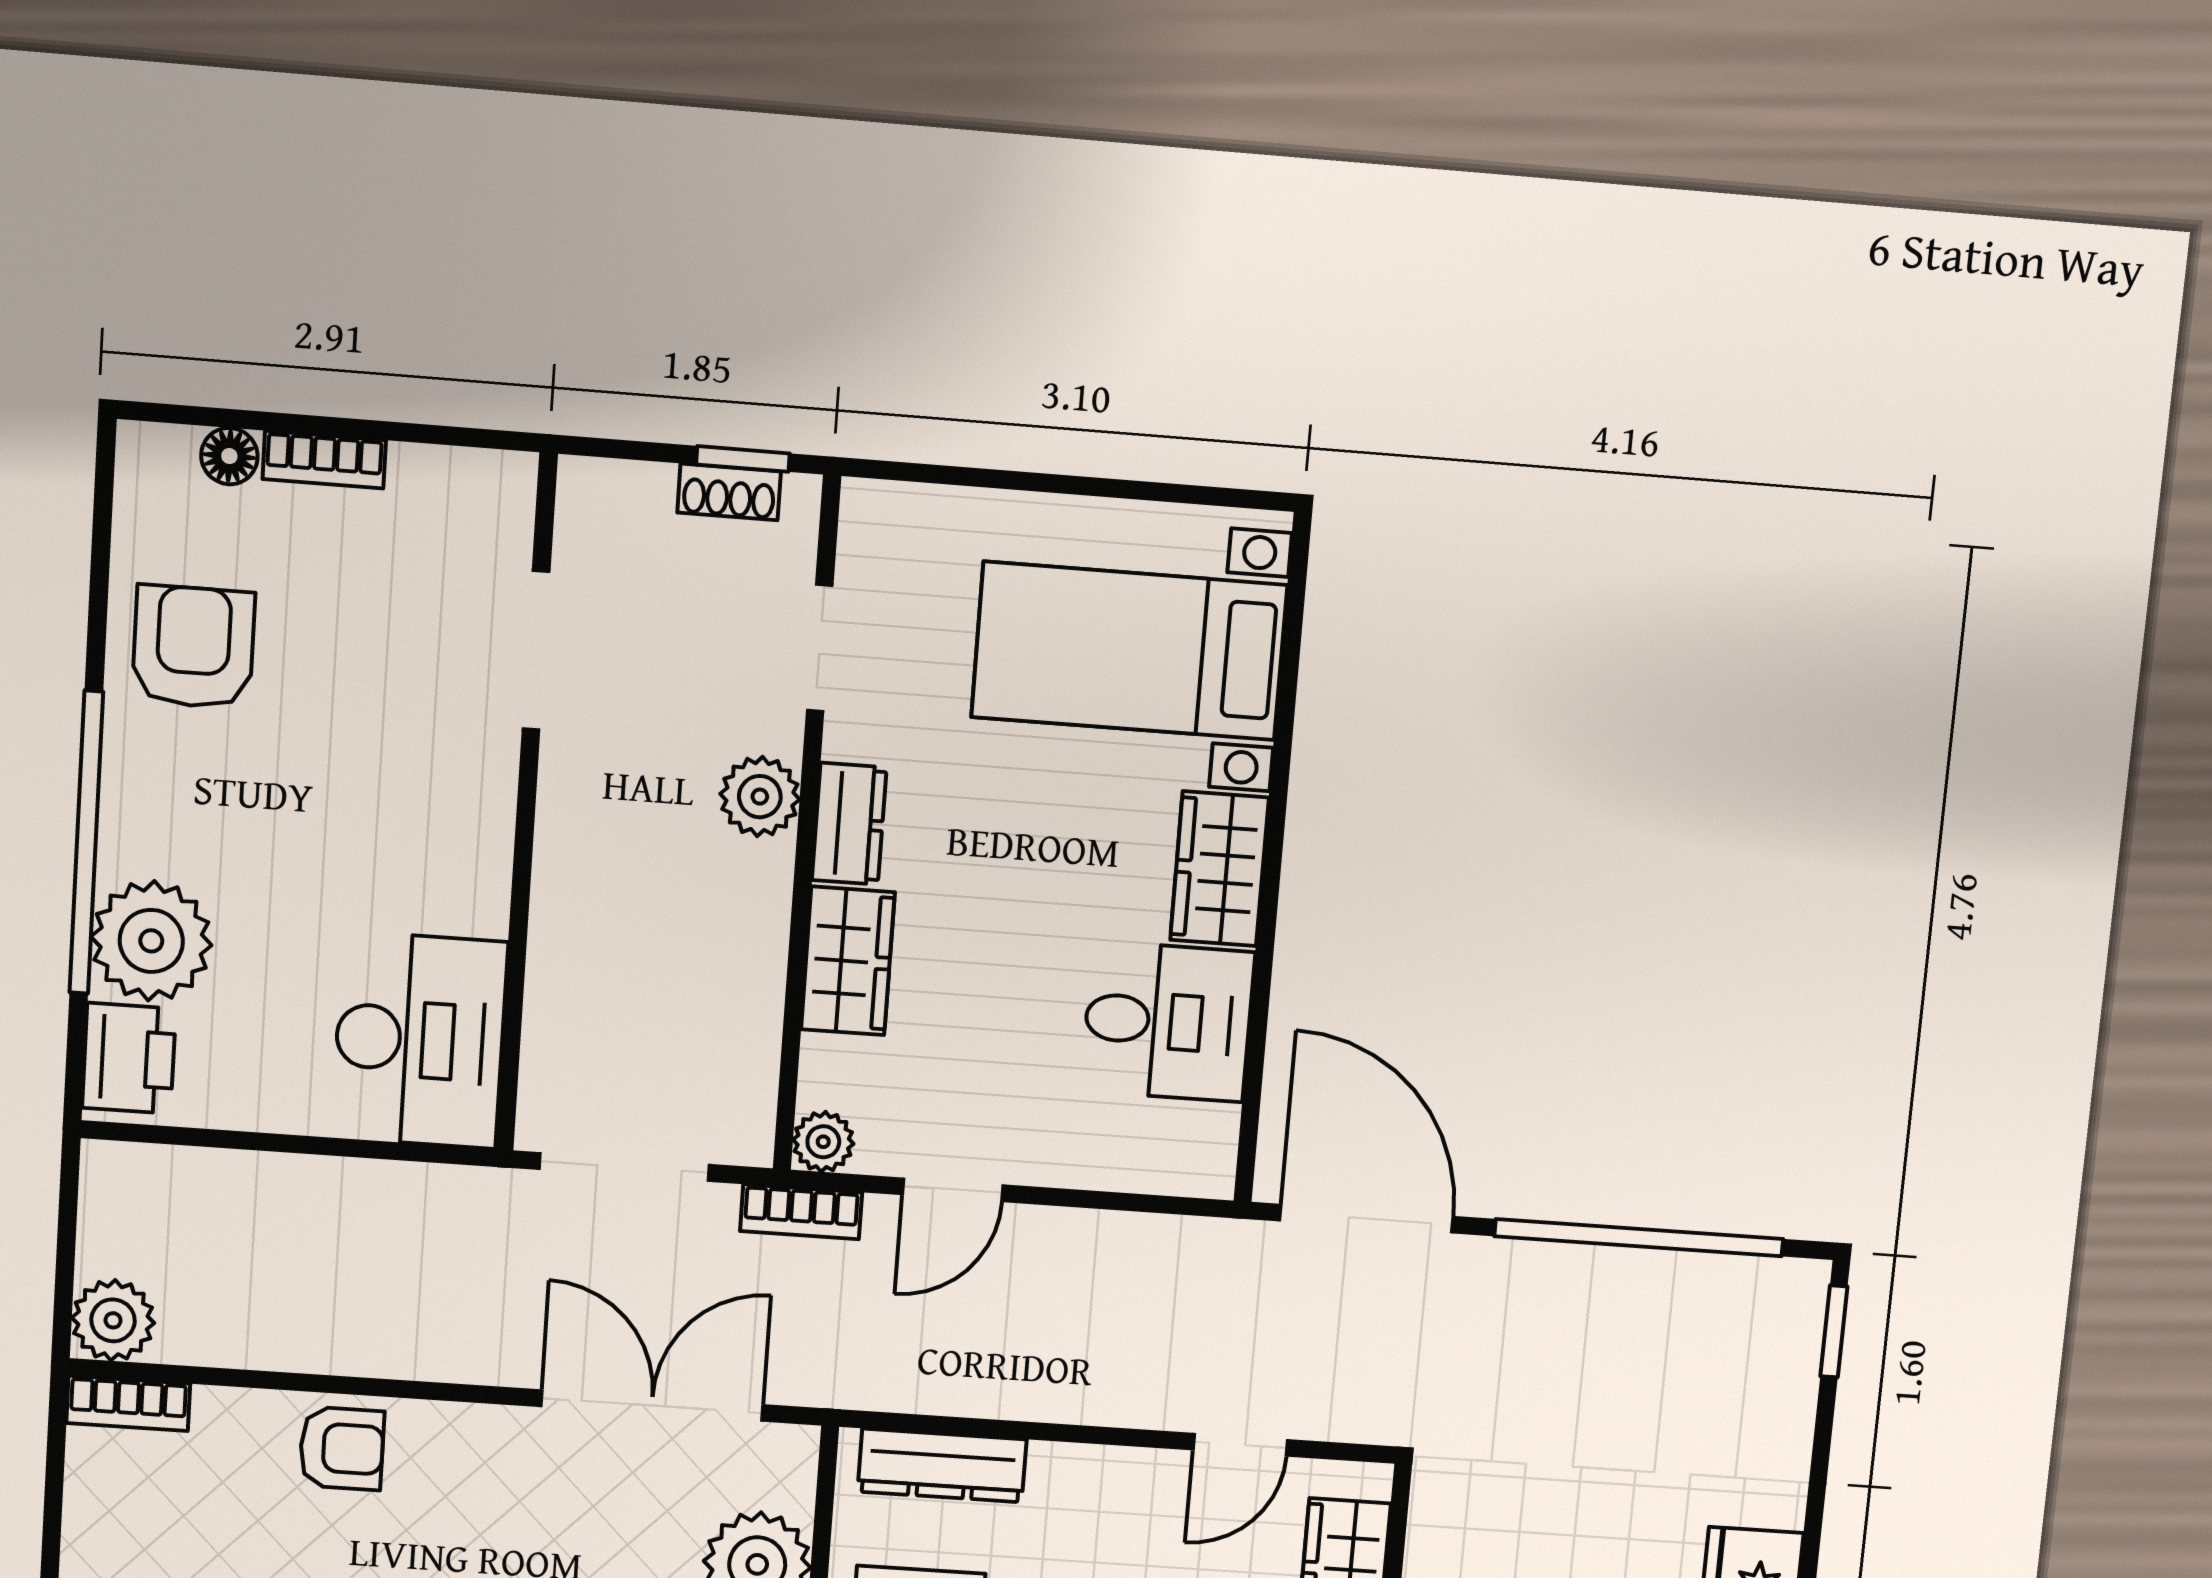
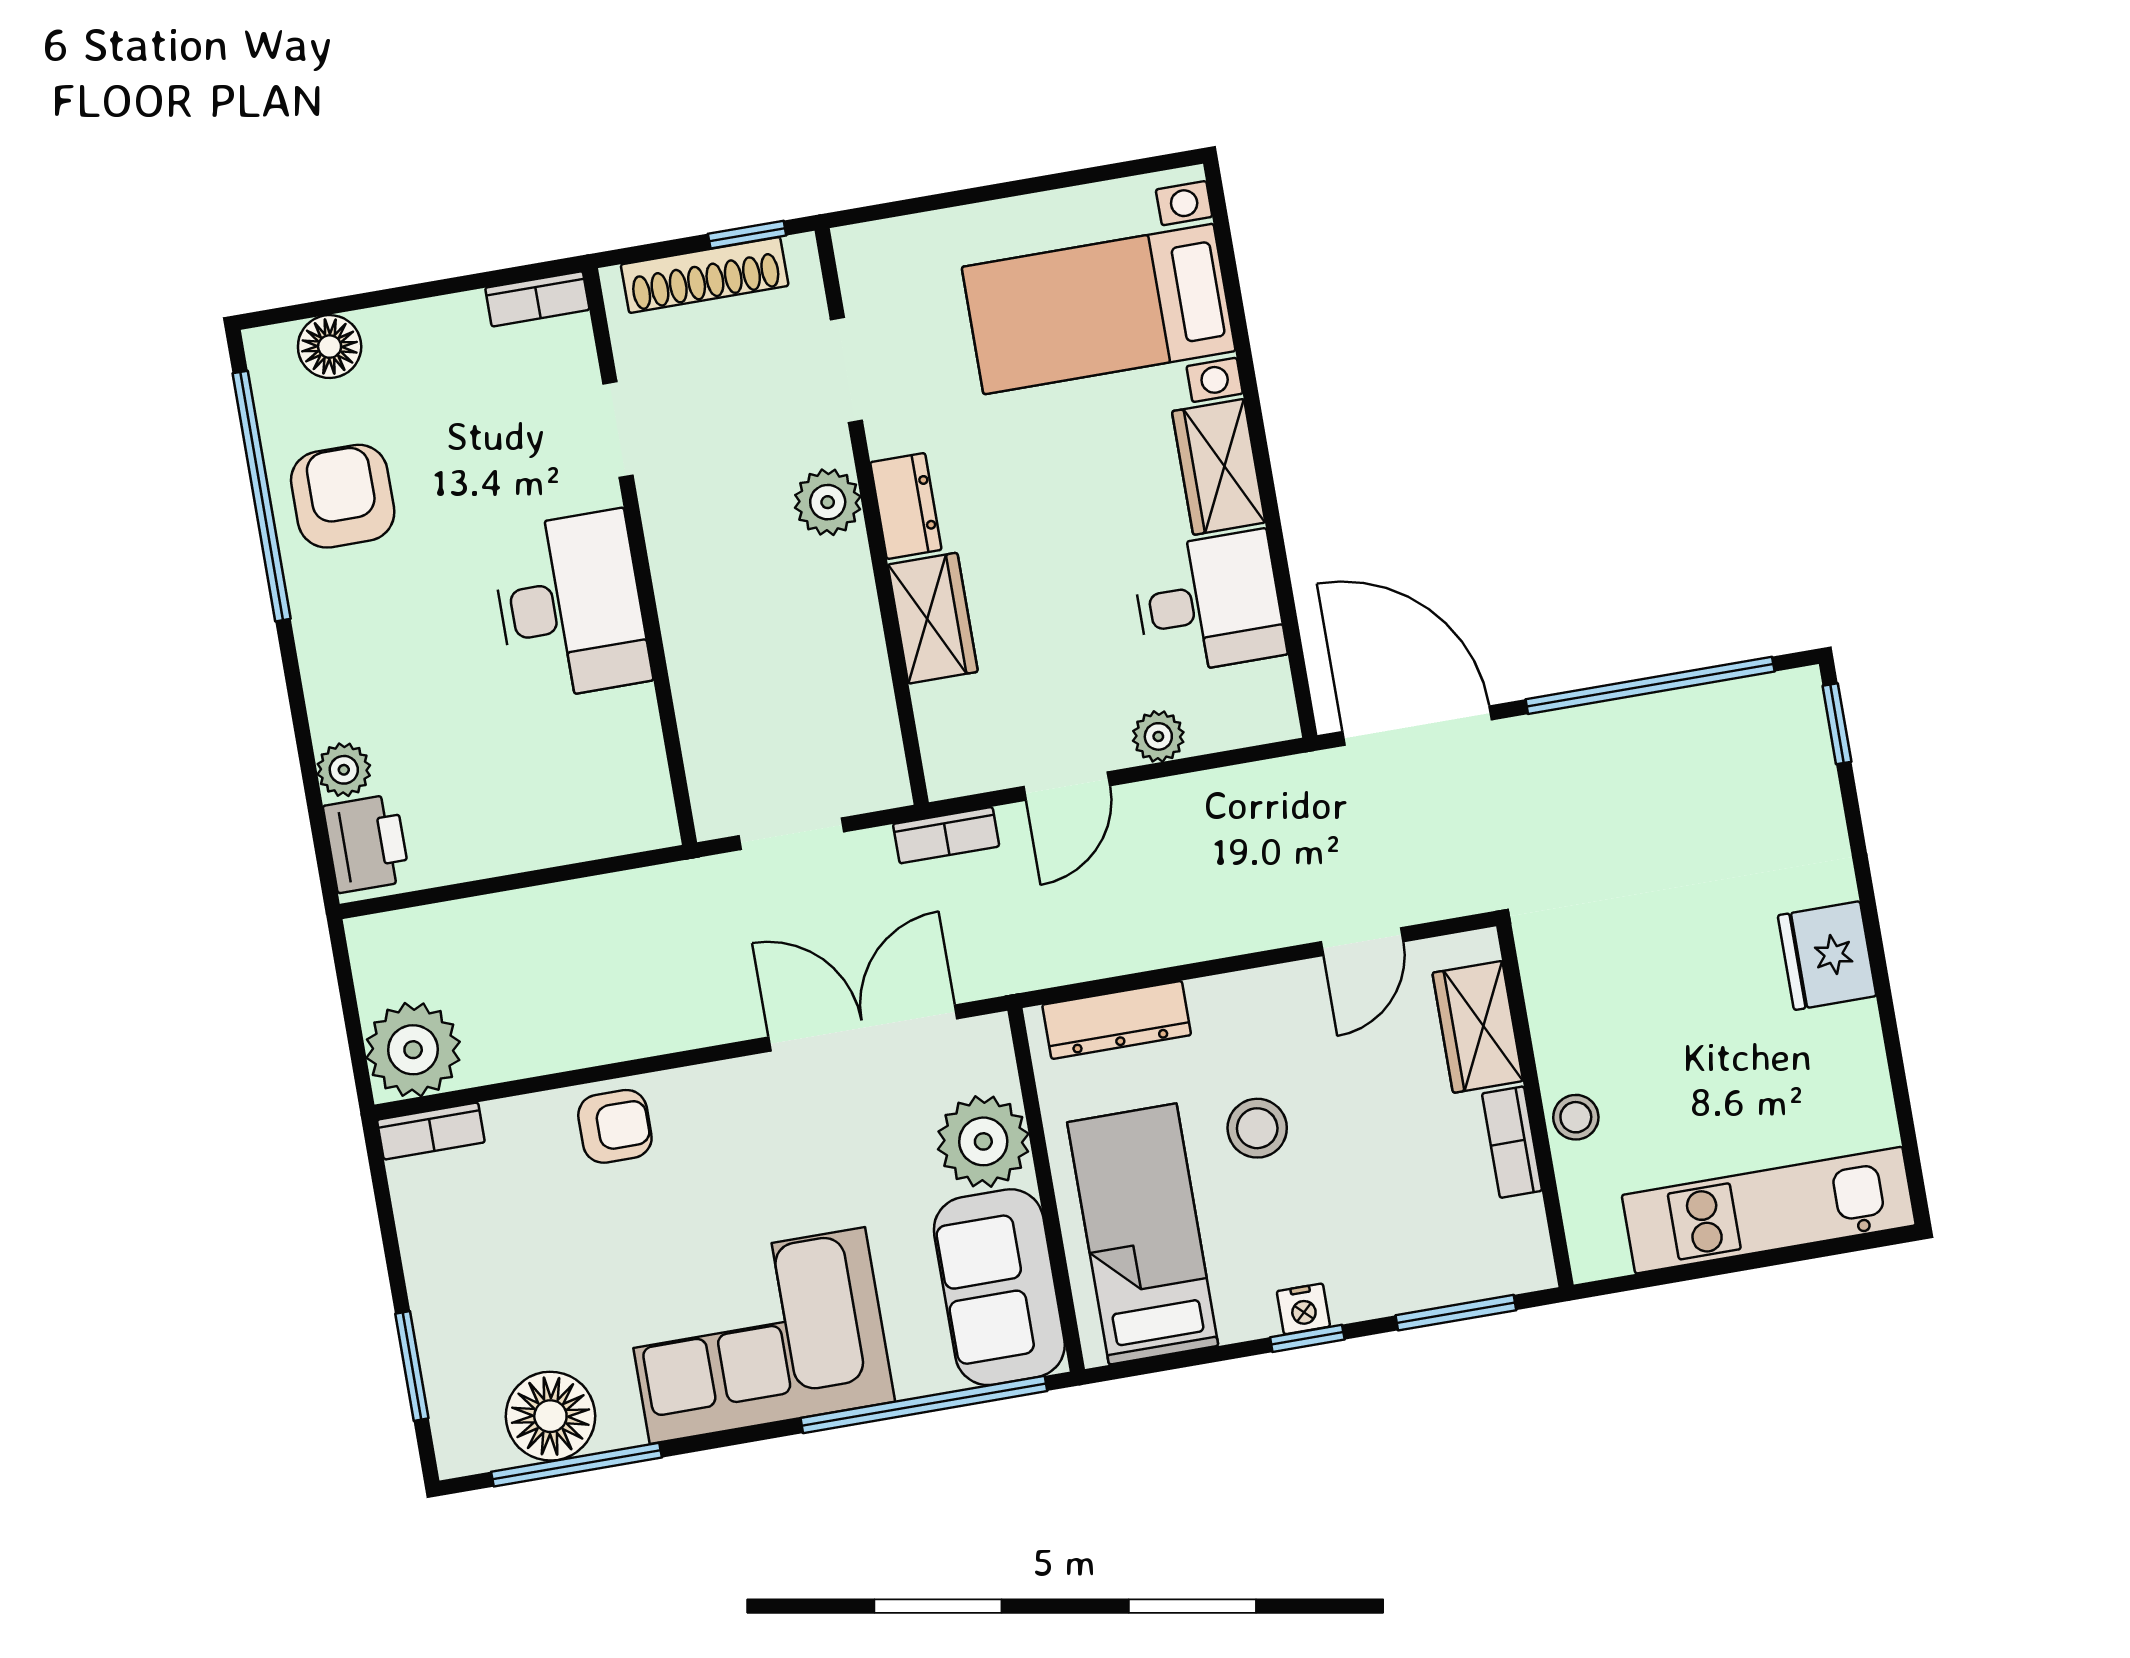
floor lamp: (229, 456) -> (330, 347), width x1.37, depth x1.37
bookcase: (324, 460) -> (537, 299), moved
shoe rack: (729, 492) -> (705, 275), width x1.94, depth x1.24
doorway: (536, 650) -> (618, 430), width x0.73
window: (86, 843) -> (262, 496), moved
plant: (151, 941) -> (344, 770), width x0.53, depth x0.53
desk: (419, 1040) -> (570, 606), moved
plant: (823, 1142) -> (1158, 736), moved
doorway: (624, 1167) -> (791, 834), width x0.73
plant: (113, 1320) -> (413, 1050), width x1.36, depth x1.36

